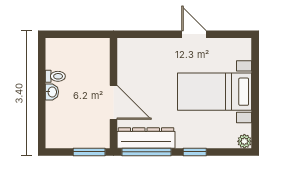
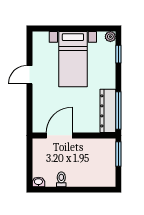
washbasin: (52, 92) -> (38, 182), moved
door: (113, 102) -> (59, 135), moved
window: (195, 152) -> (118, 54), moved

